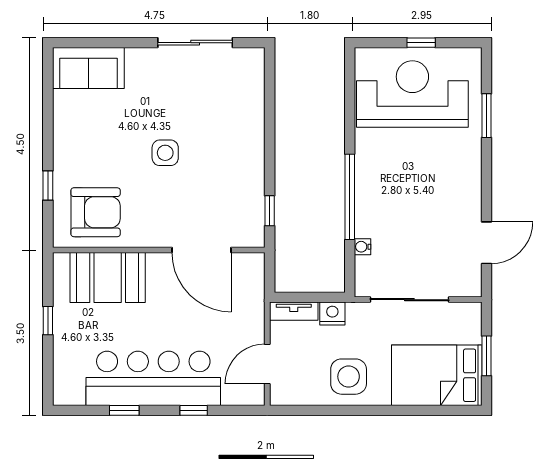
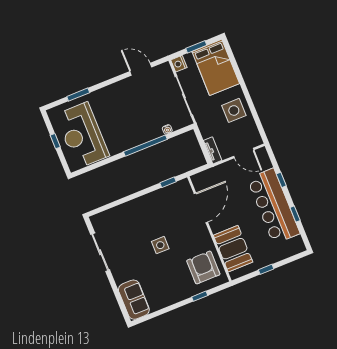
nightstand: (332, 314) -> (179, 64), moved

